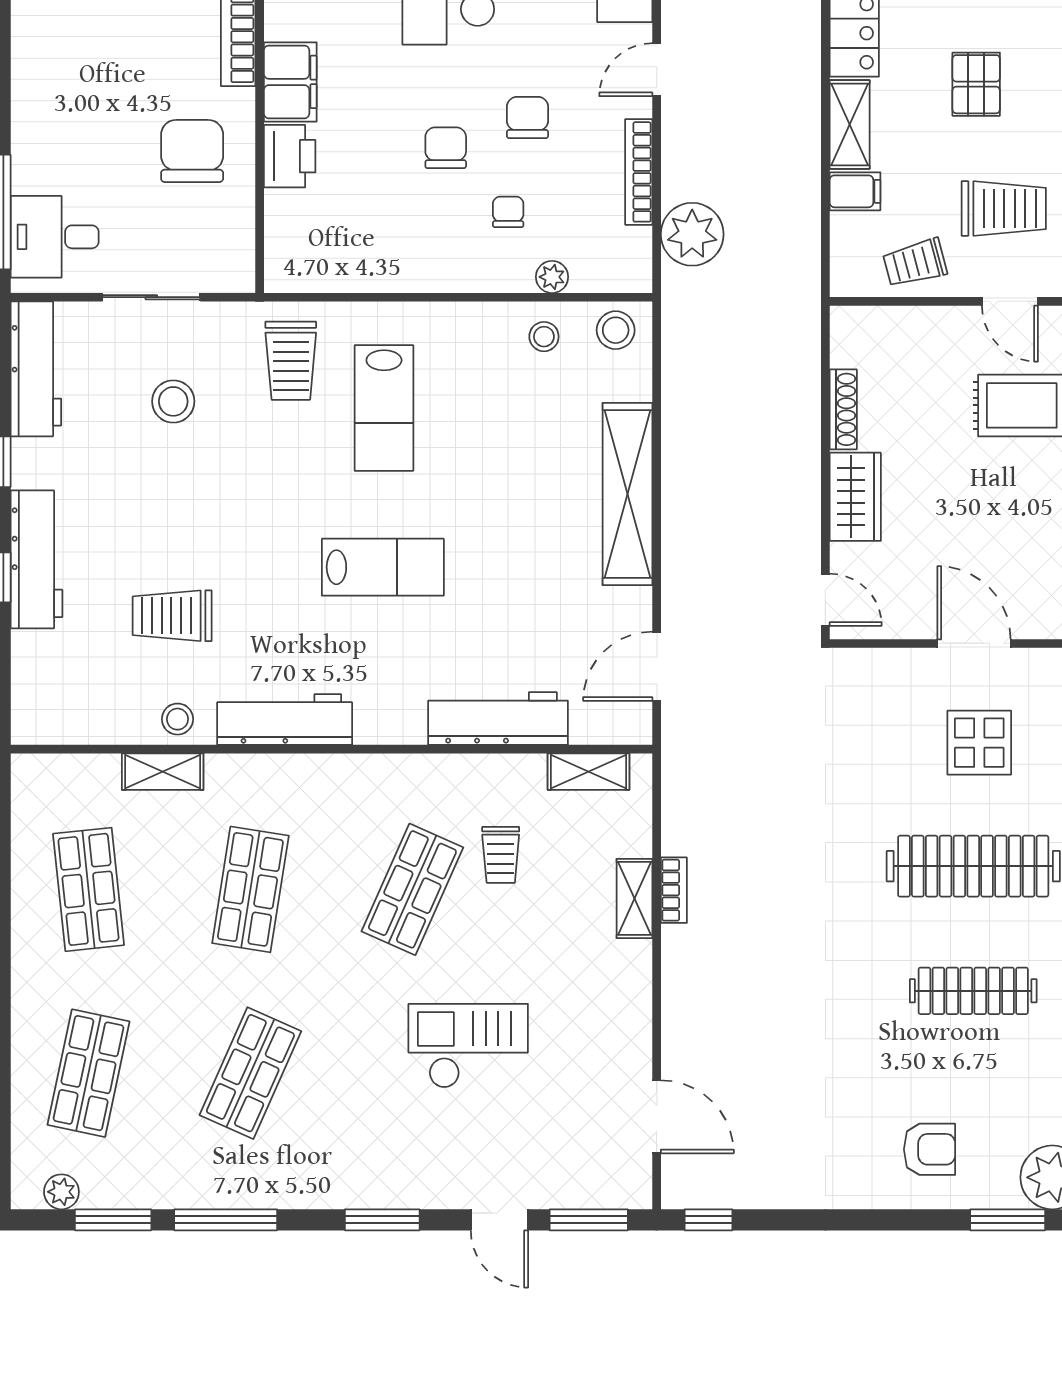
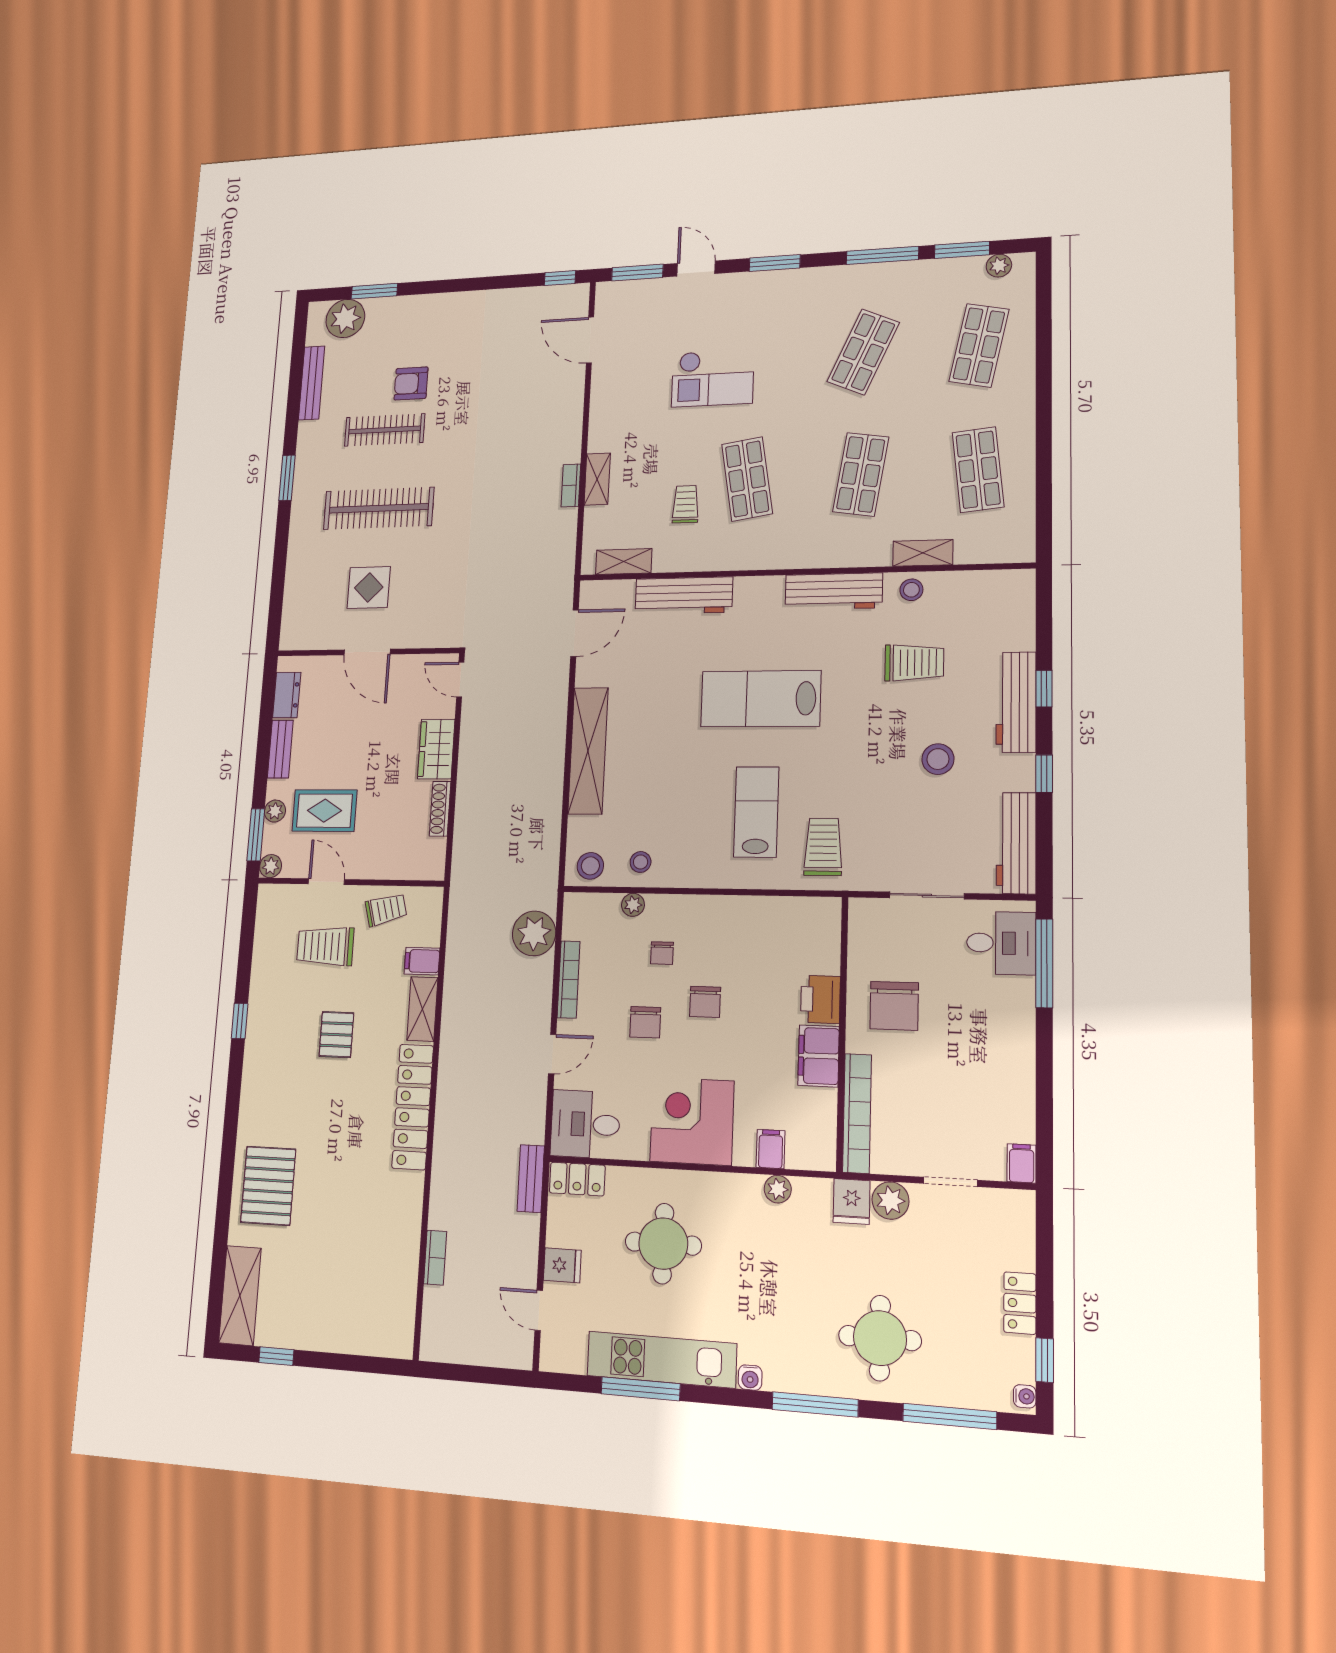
stool: (173, 401) -> (938, 759), moved
lab bench: (383, 567) -> (761, 699), width x1.36, depth x1.39
shop shelf: (412, 889) -> (747, 479), turned -33
armchair: (930, 1149) -> (411, 383), moved

